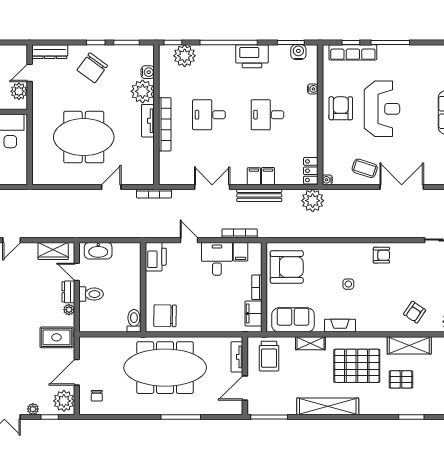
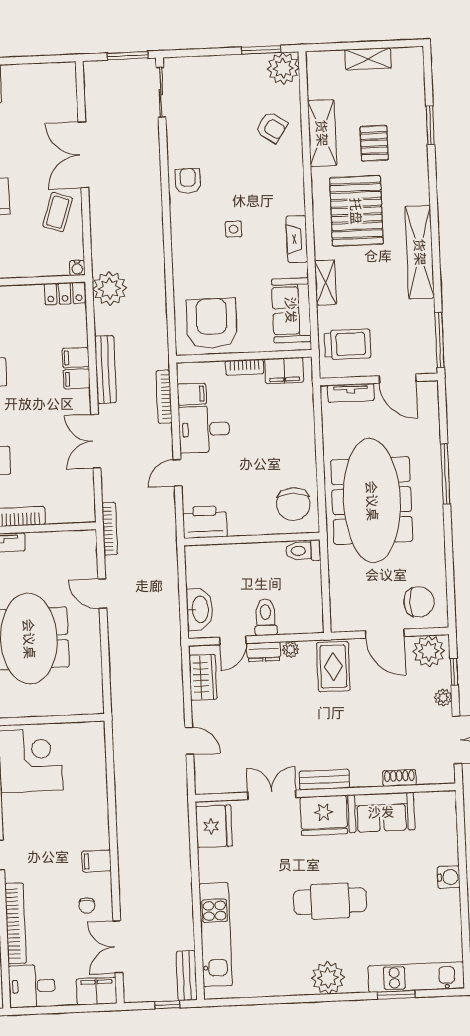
chair: (97, 396) -> (419, 602), width x1.87, depth x1.87

